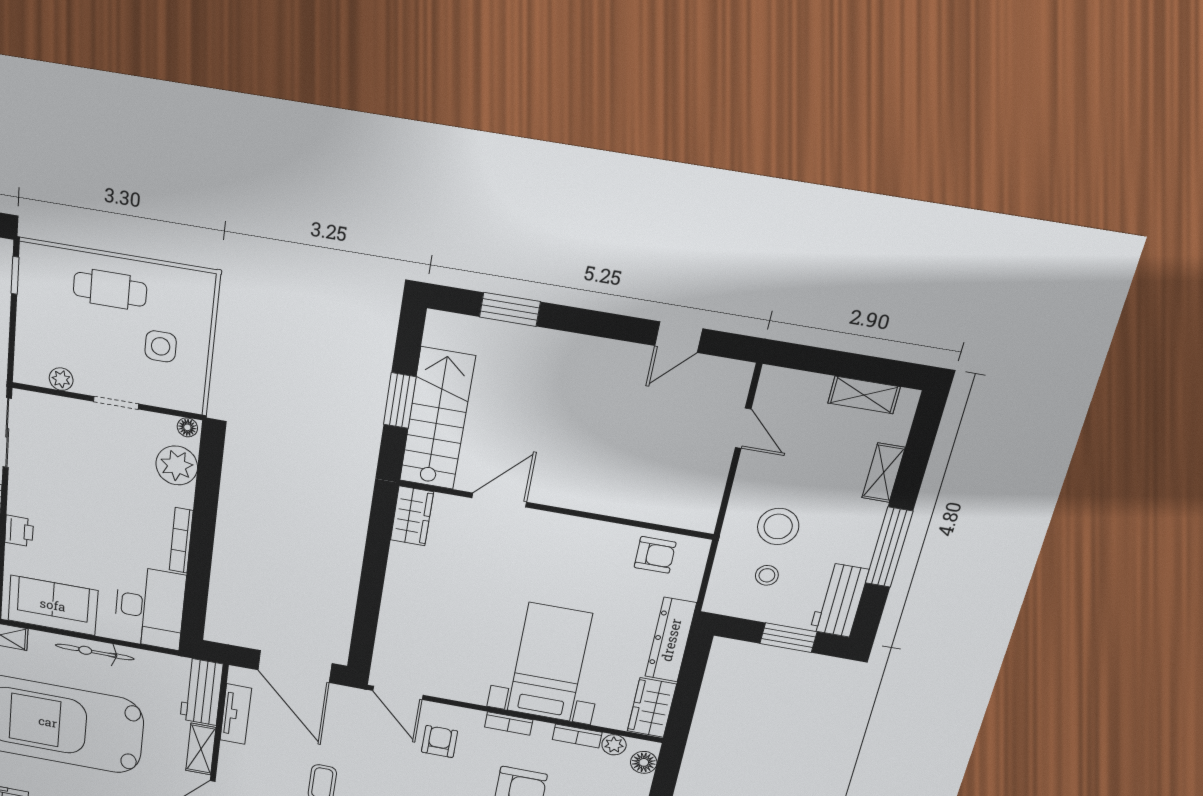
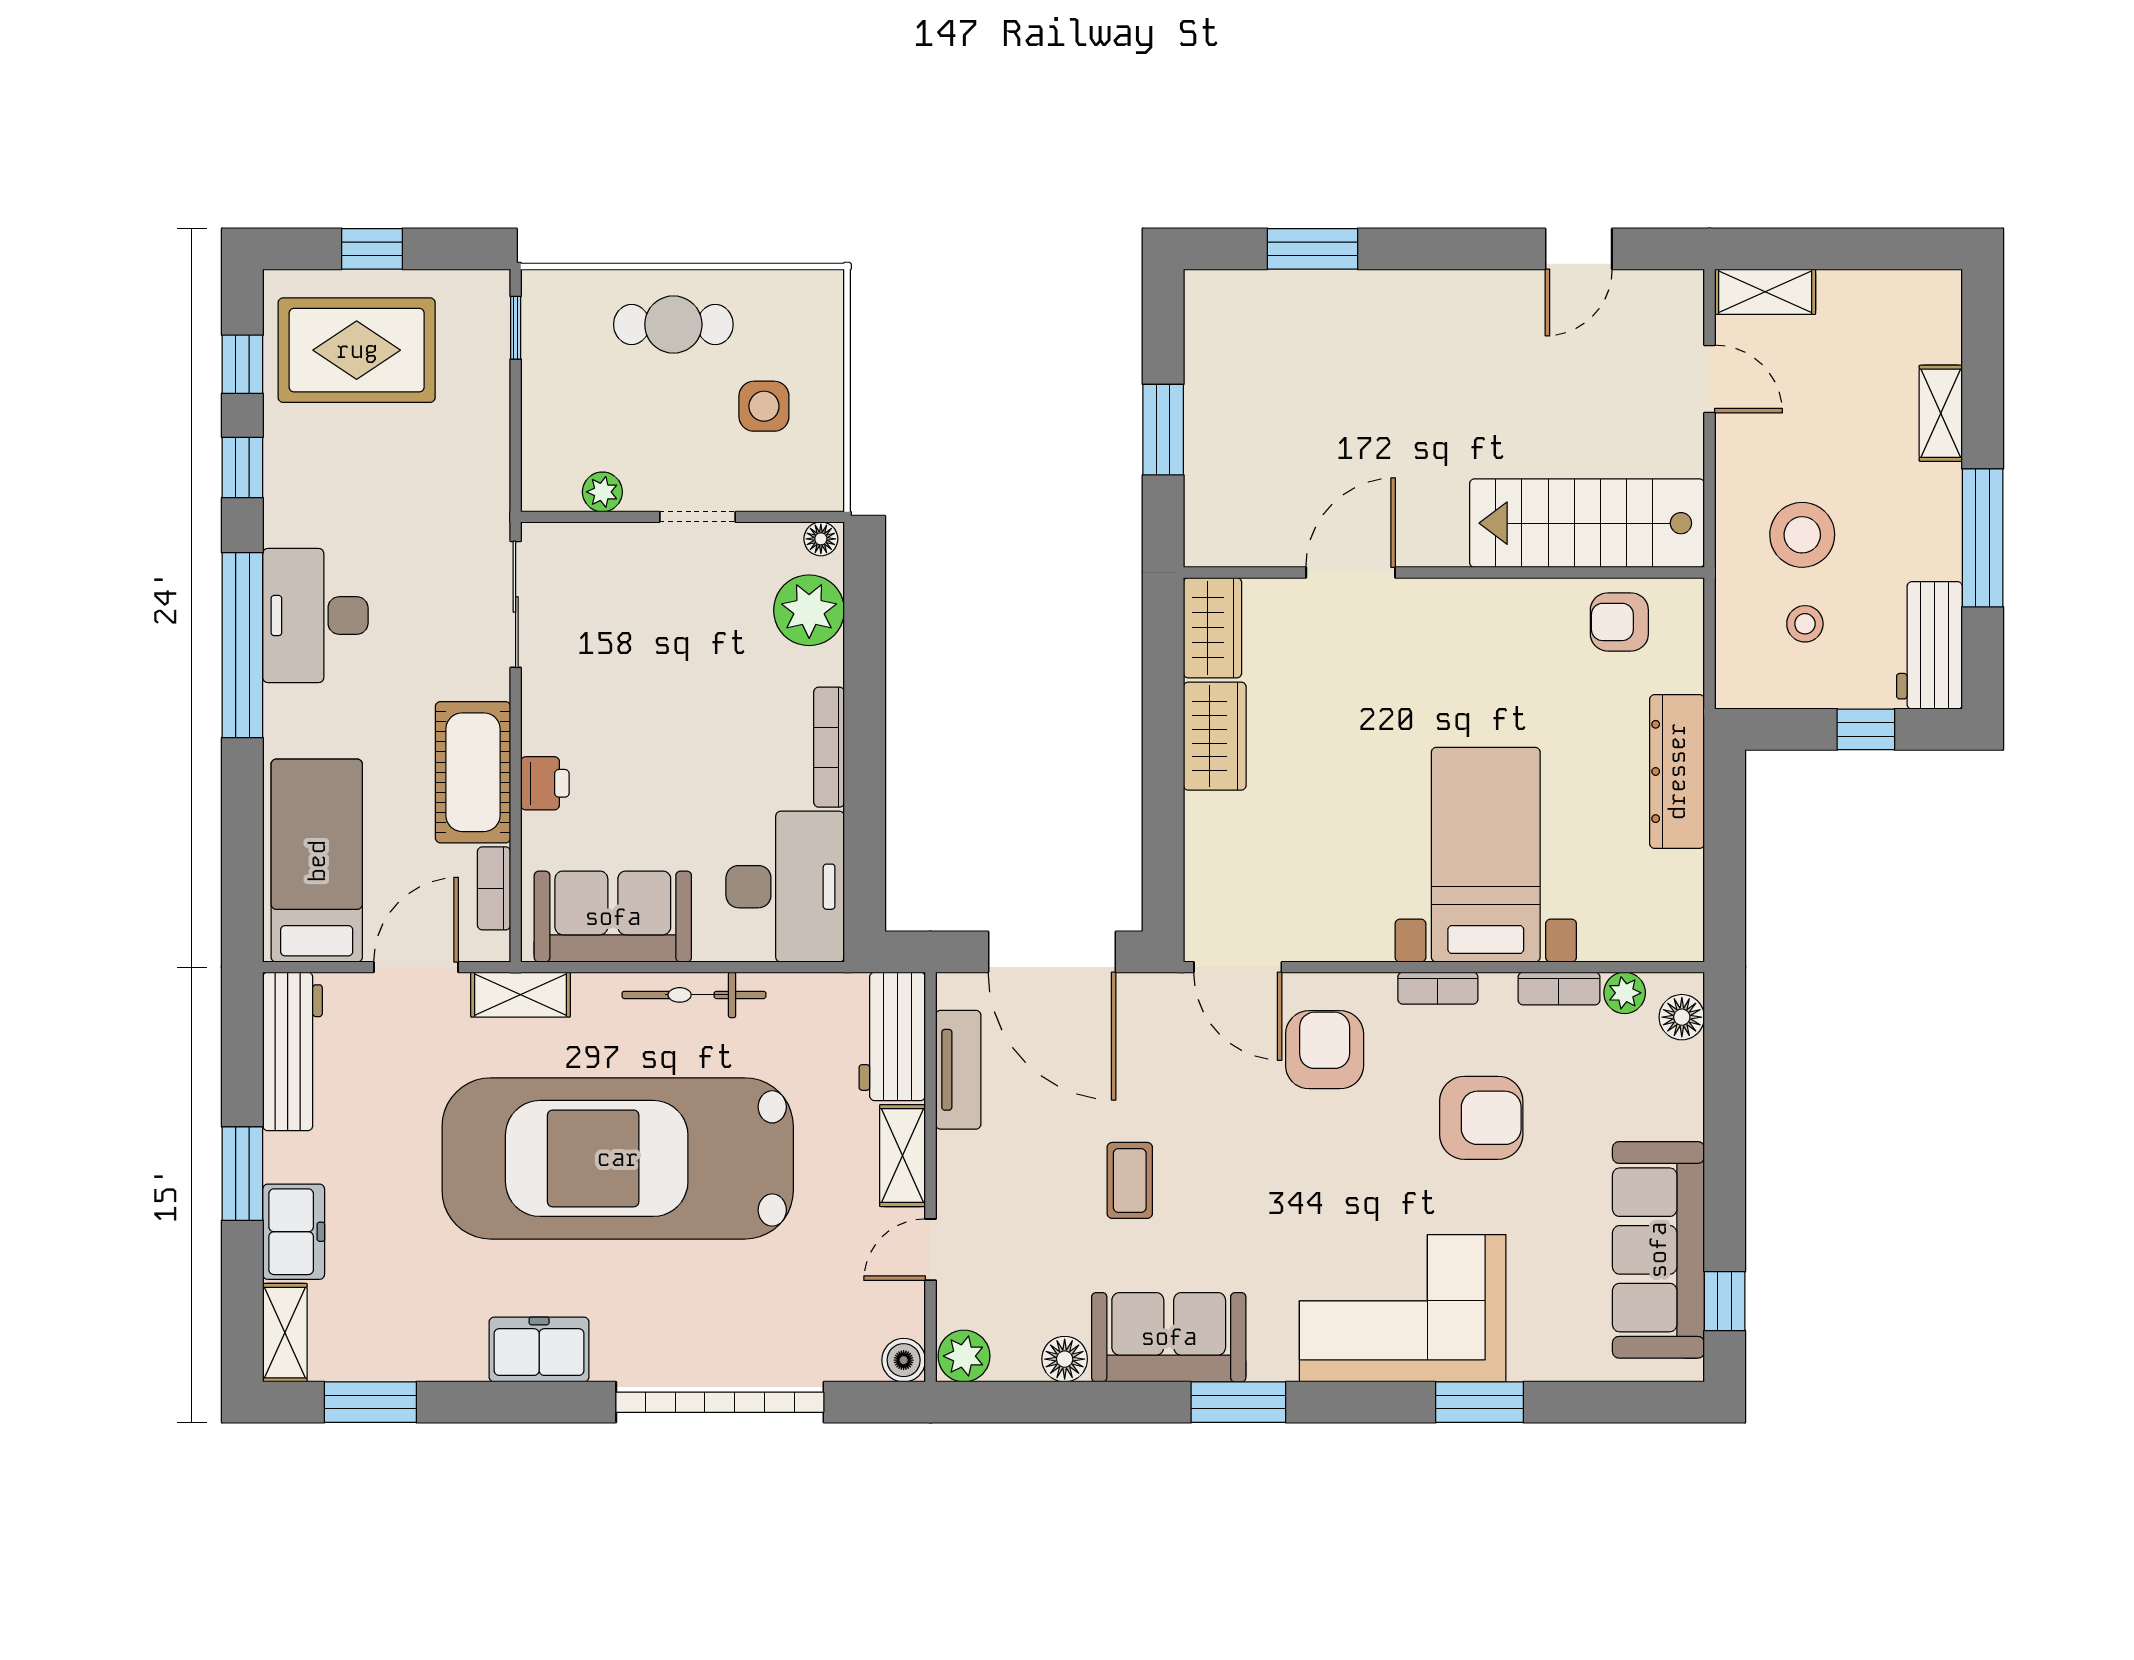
shelving: (864, 395) -> (1765, 292), moved
stairs: (437, 419) -> (1587, 523), moved, turned -90
armchair: (655, 555) -> (1619, 622), turned 180
window: (788, 638) -> (1866, 729), width x0.67
wardrobe: (652, 708) -> (1215, 736), moved, turned 180
armchair: (439, 741) -> (1325, 1050), width x1.38, depth x1.38

